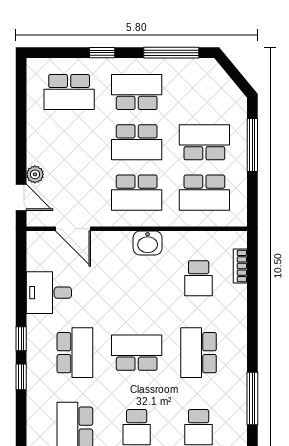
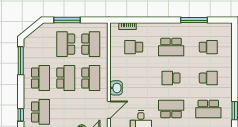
window: (102, 53) -> (21, 115), moved
school desk: (137, 92) -> (40, 78), turned 180
washbasin: (148, 243) -> (116, 88), moved
school desk: (199, 278) -> (134, 47), turned 180
school desk: (137, 353) -> (171, 78), width x0.54

